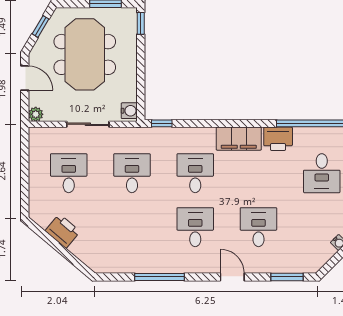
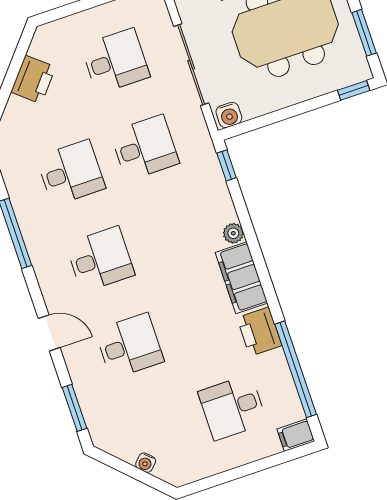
sliding door: (88, 124) -> (191, 65), width x1.37
plant: (208, 134) -> (233, 233), added
desk: (195, 173) -> (71, 173), moved
door: (232, 277) -> (49, 333), hinge flipped

